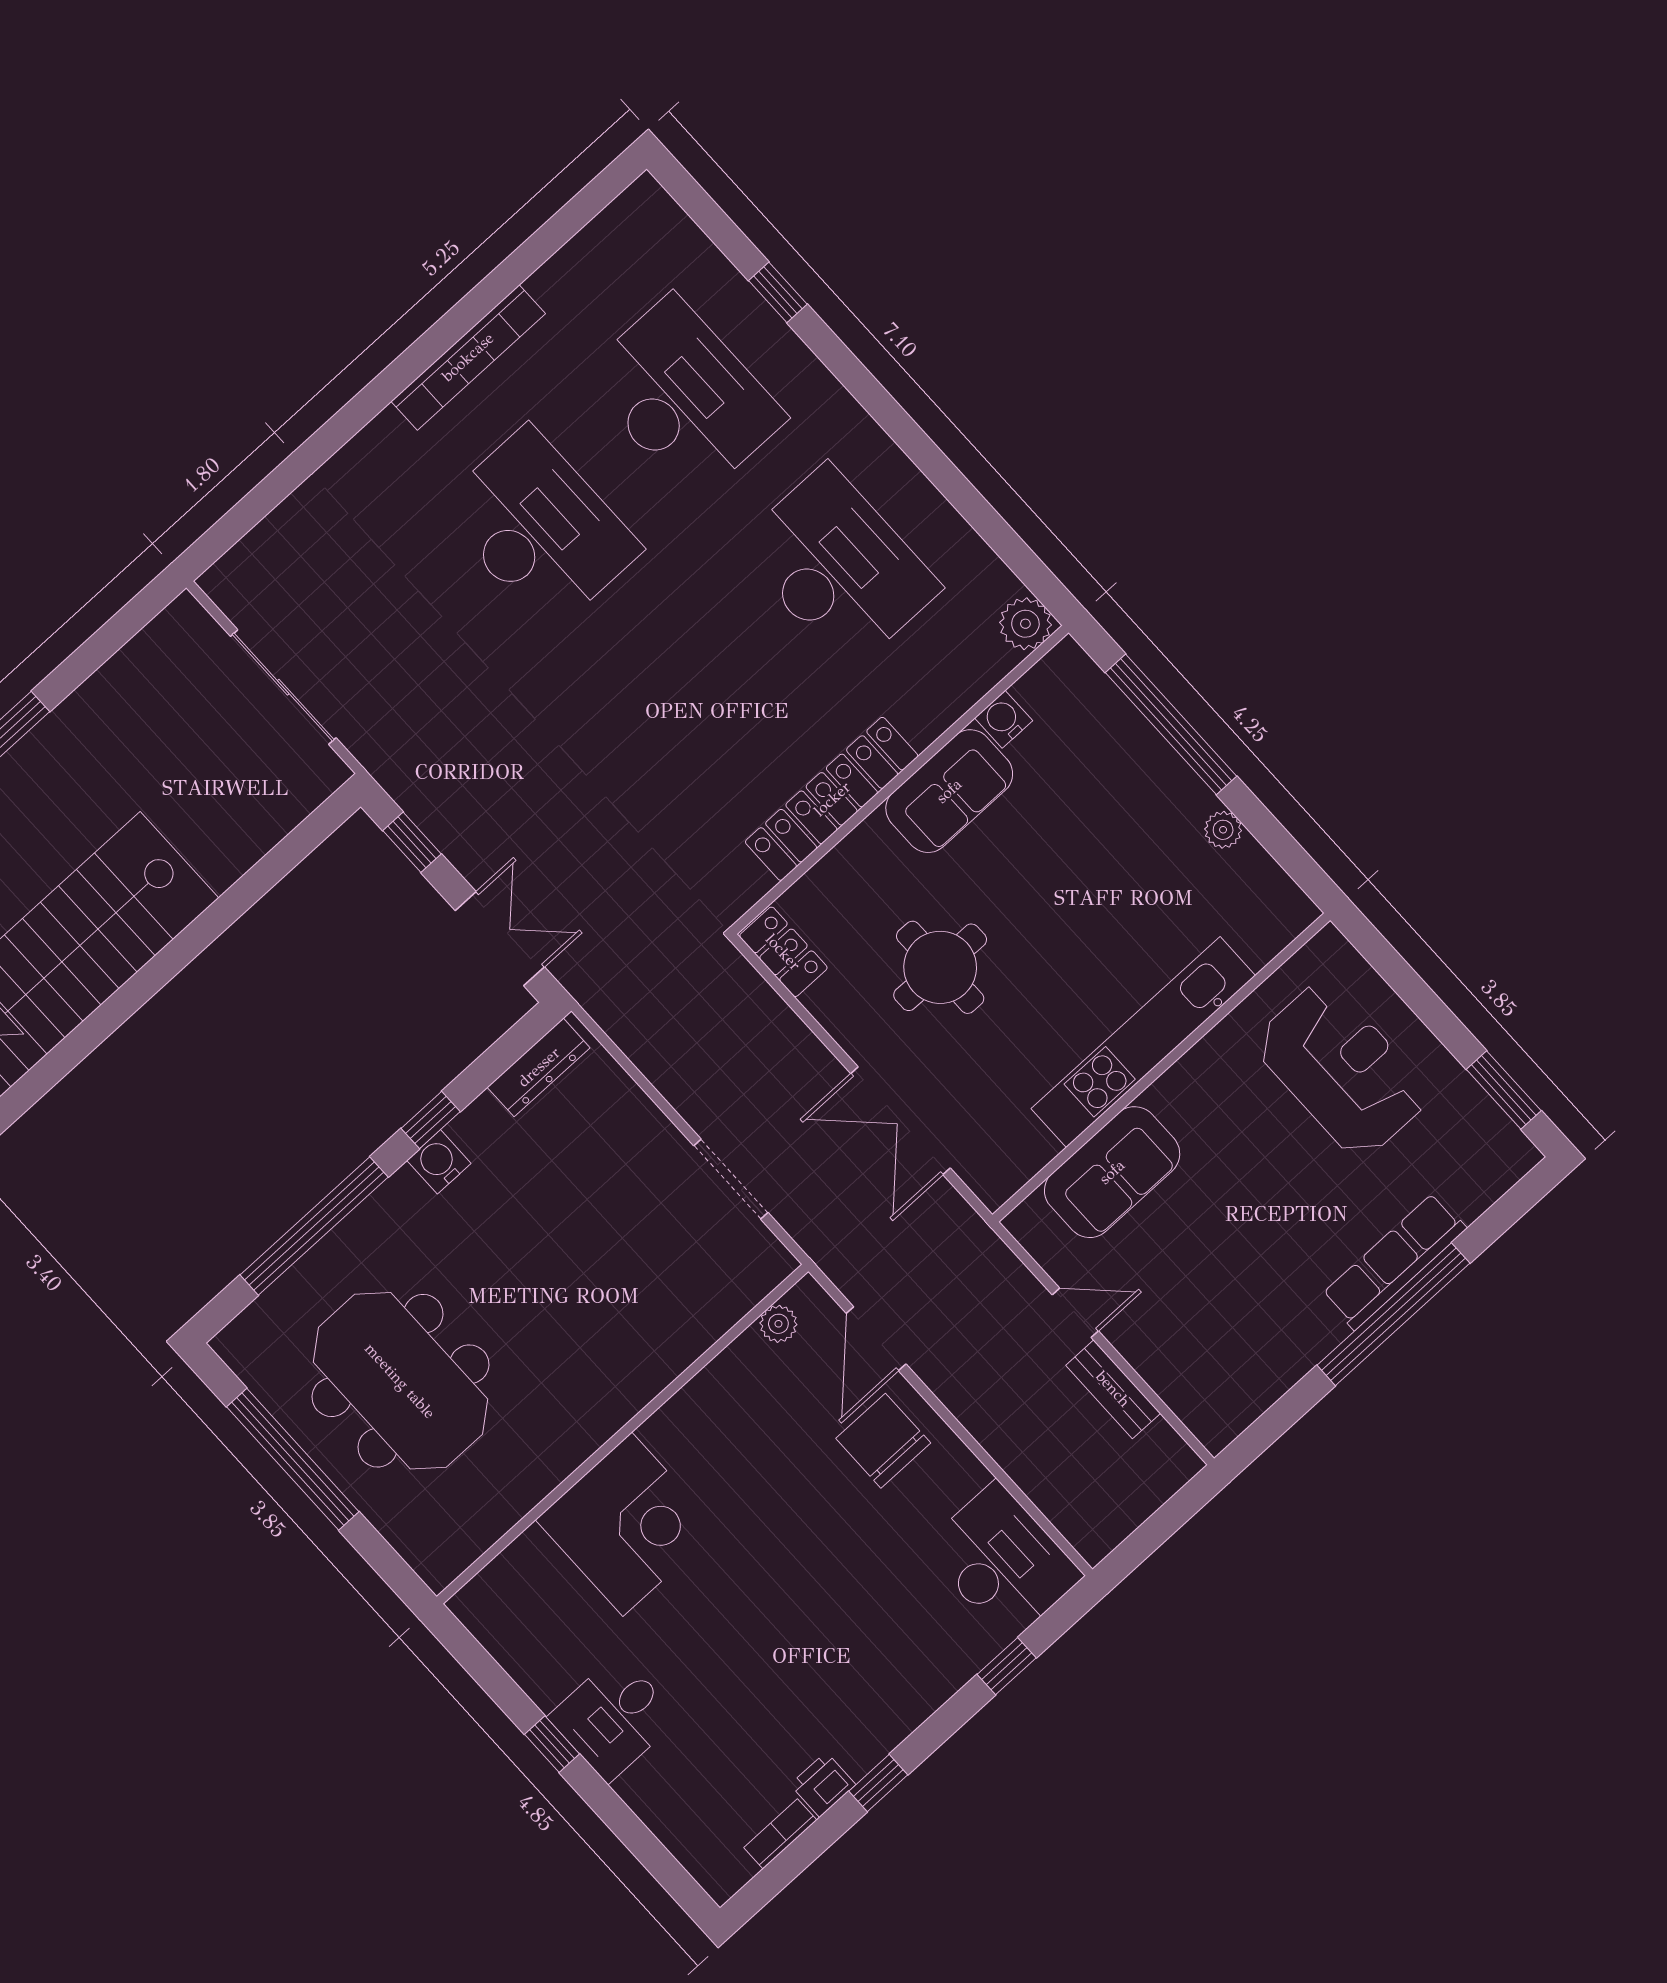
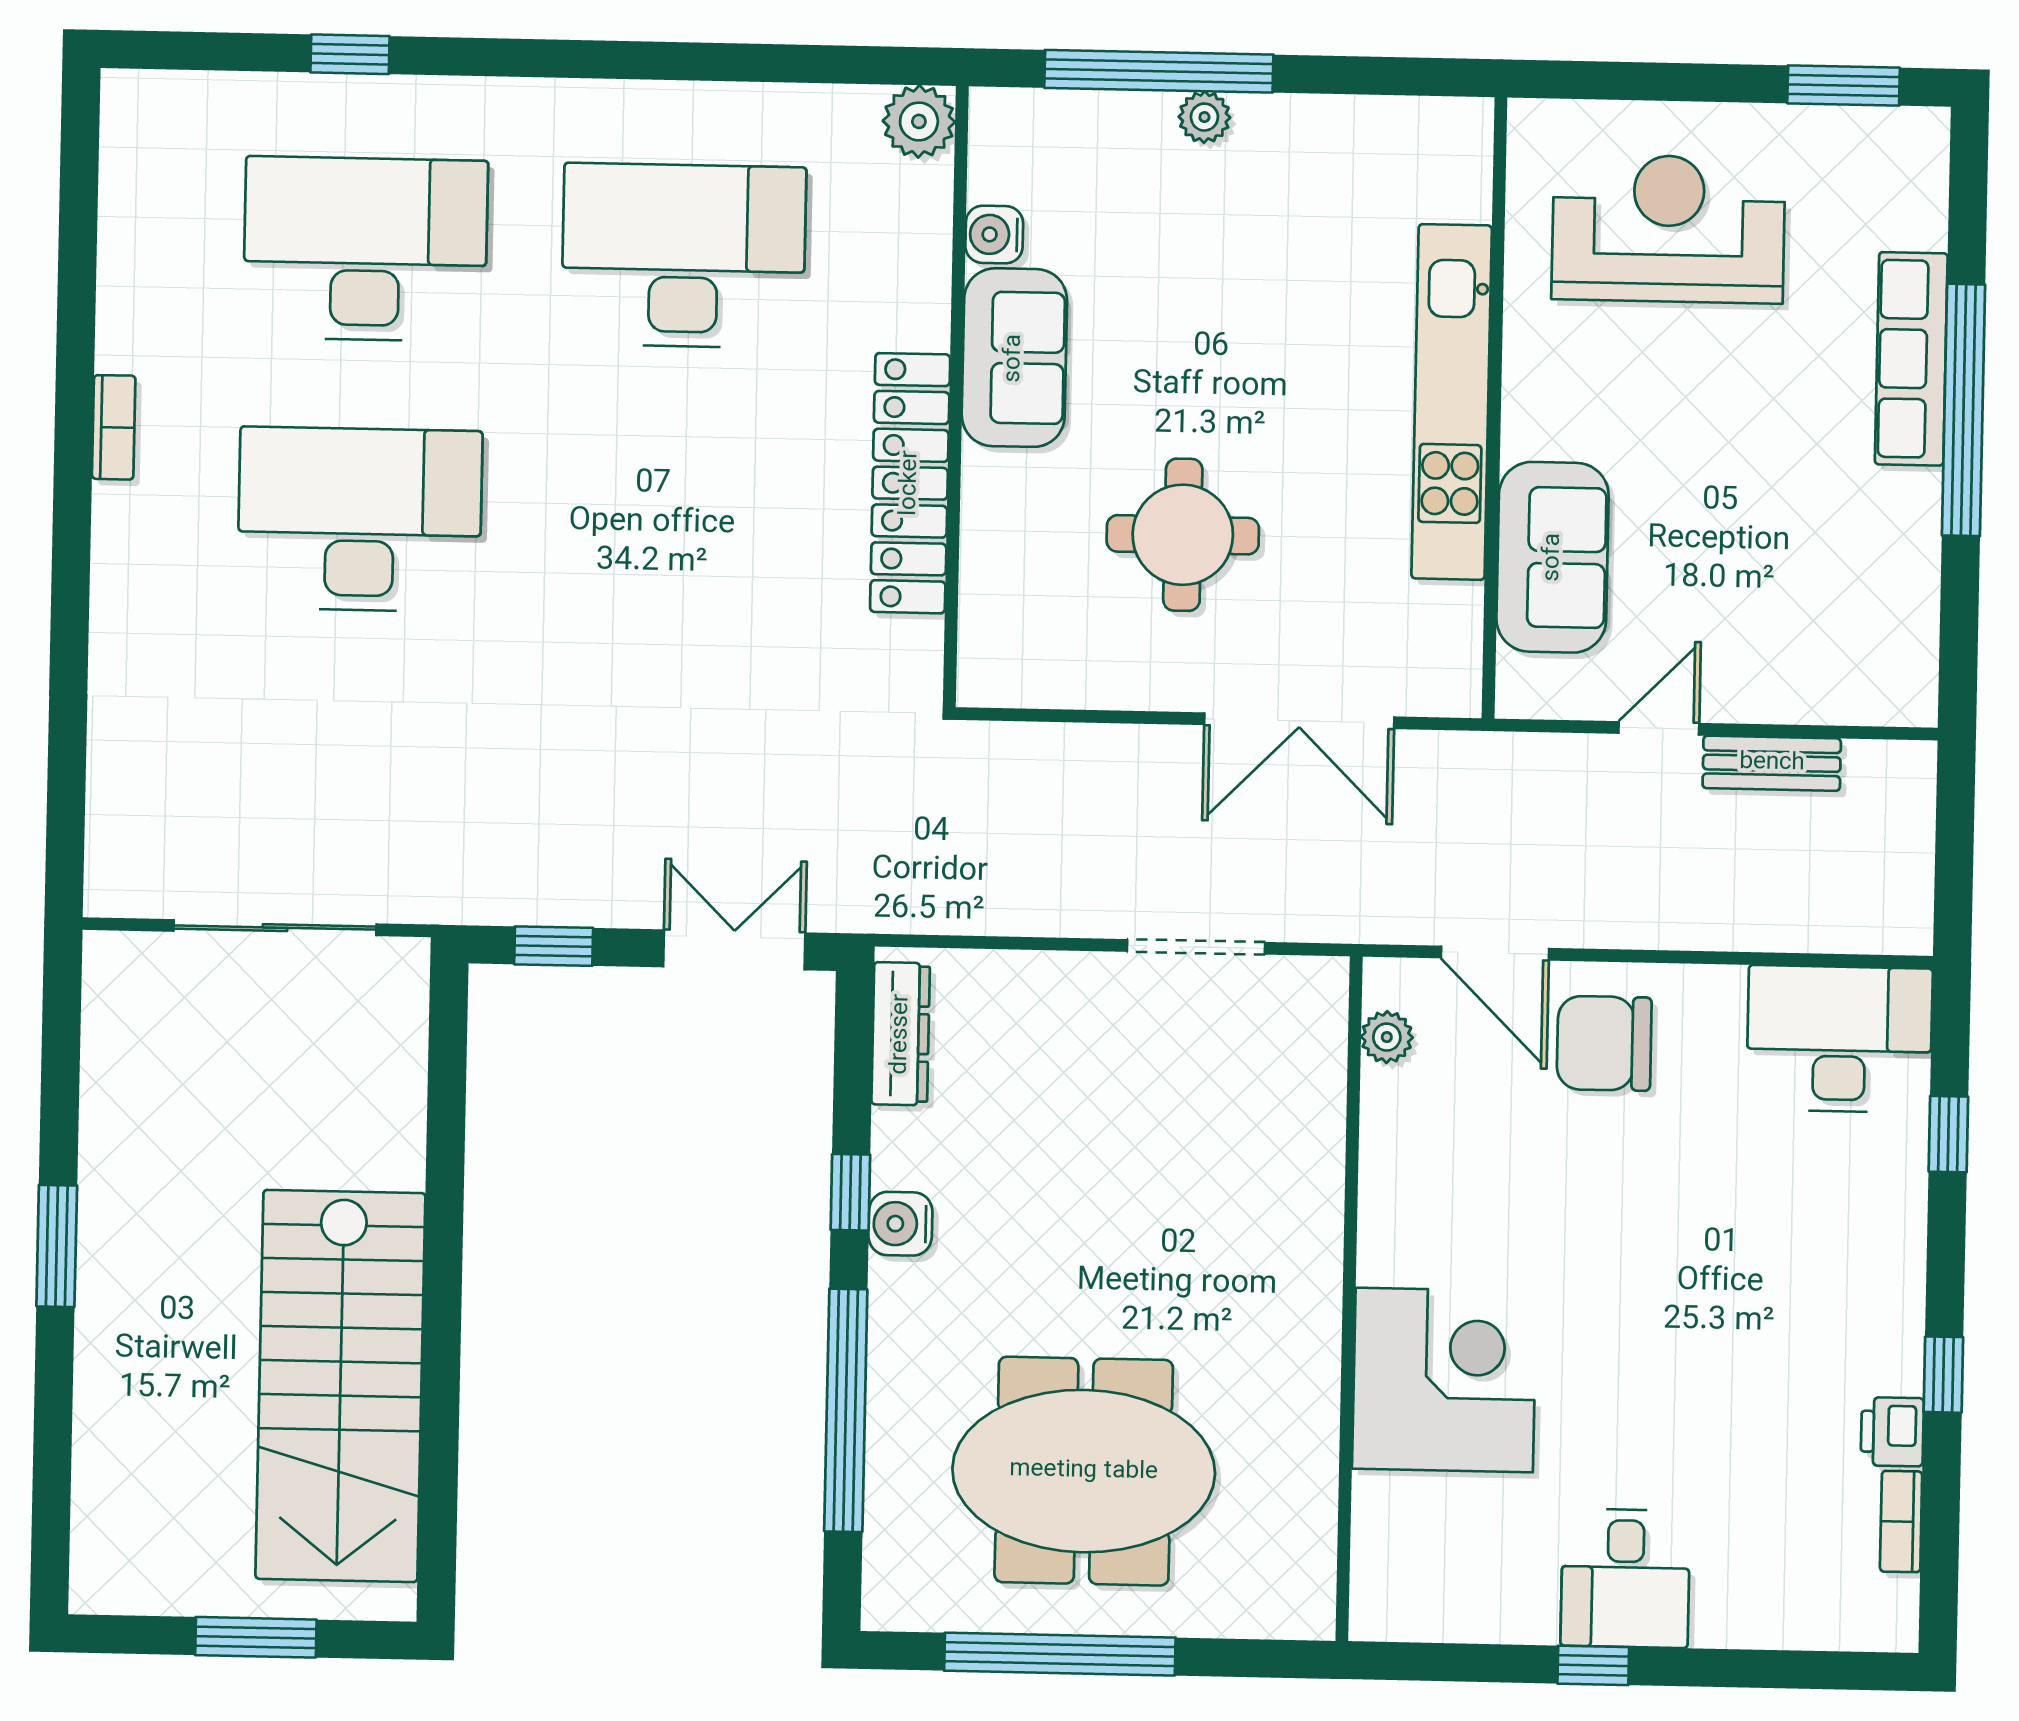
bookcase: (468, 357) -> (114, 427), width x0.43, depth x0.76
plant: (1223, 830) -> (1204, 117), moved
locker: (783, 952) -> (1018, 677), removed

